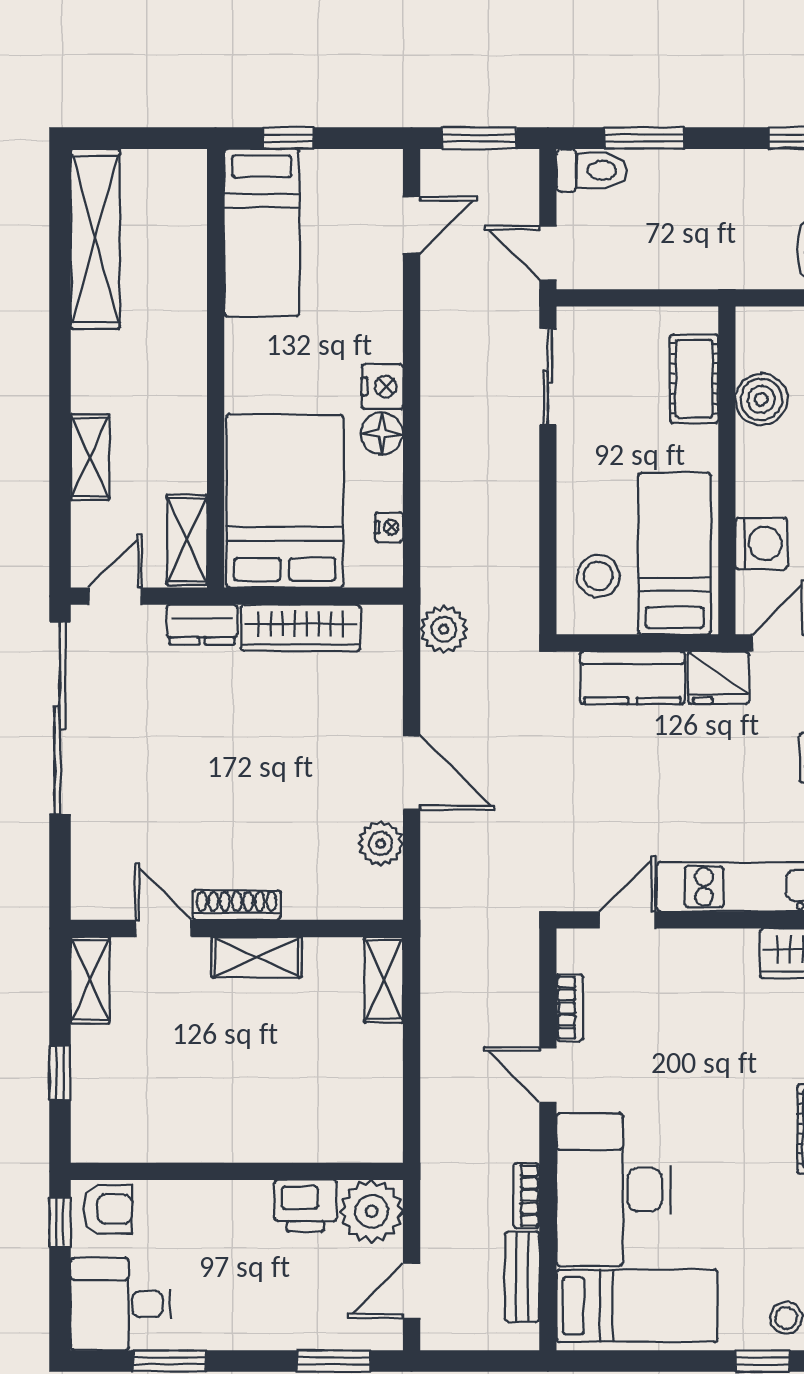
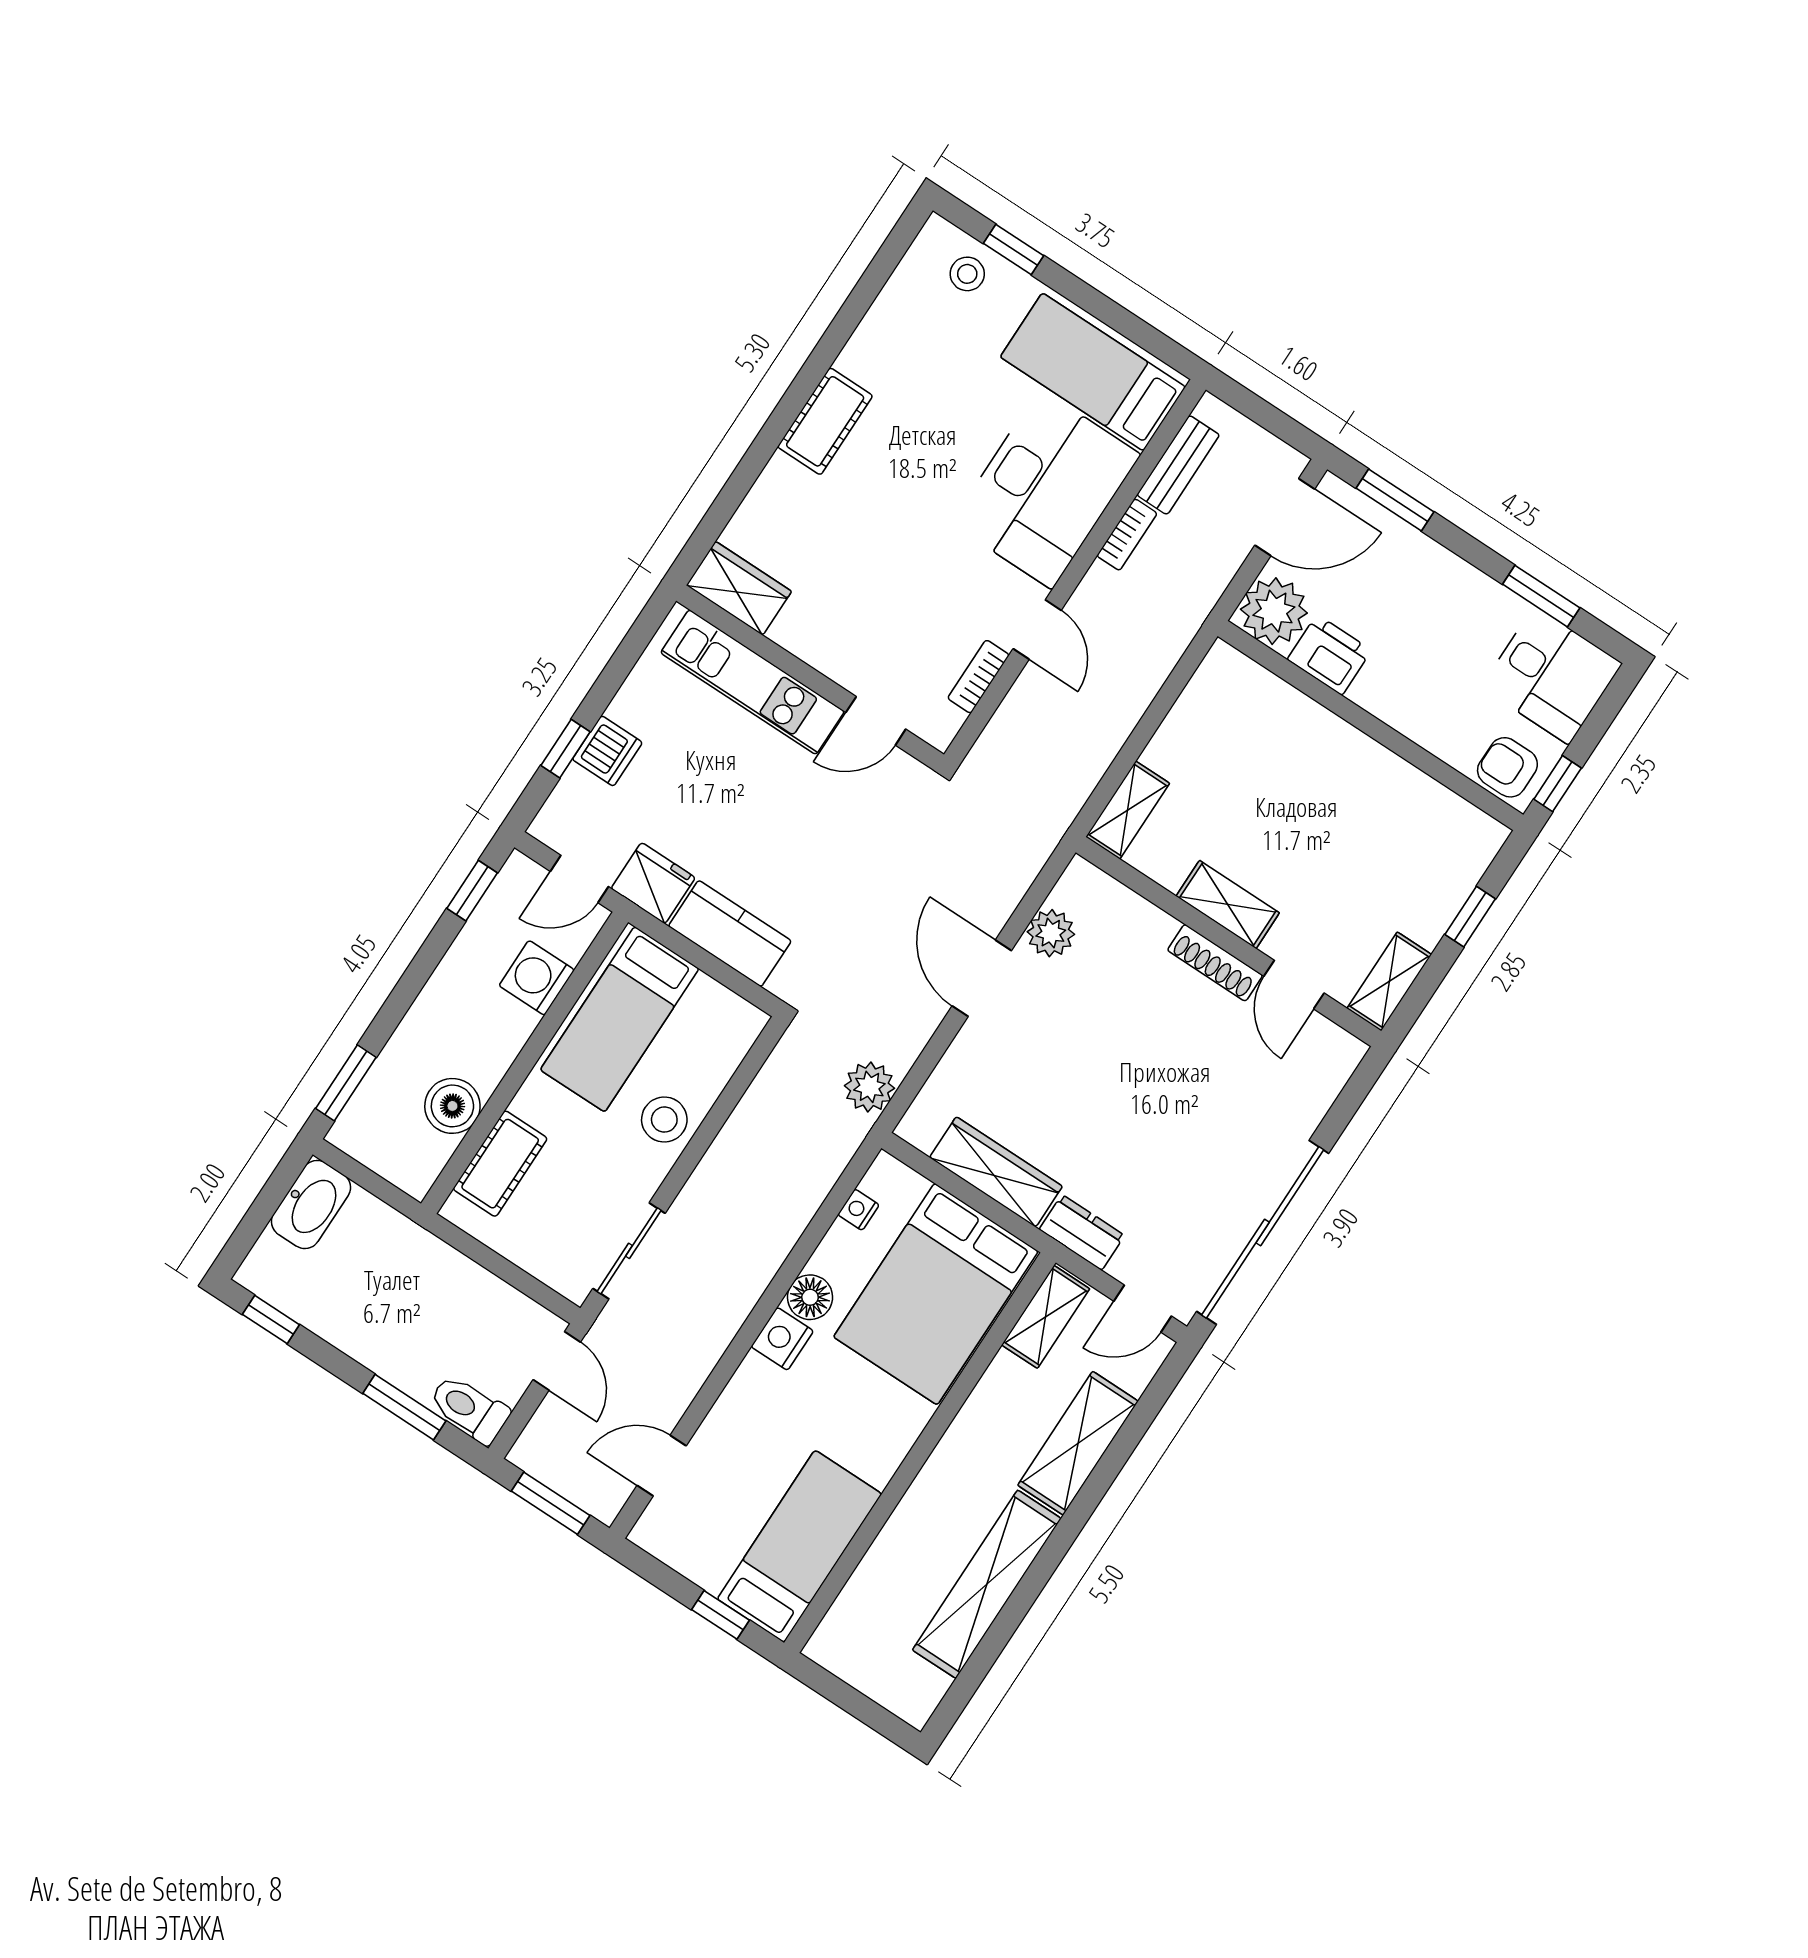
shelving: (95, 239) -> (987, 1584), moved
shelving: (90, 457) -> (1078, 1443), width x1.50, depth x1.33
stool: (598, 576) -> (664, 1120), moved
door: (412, 1291) -> (1285, 517), width x1.38

